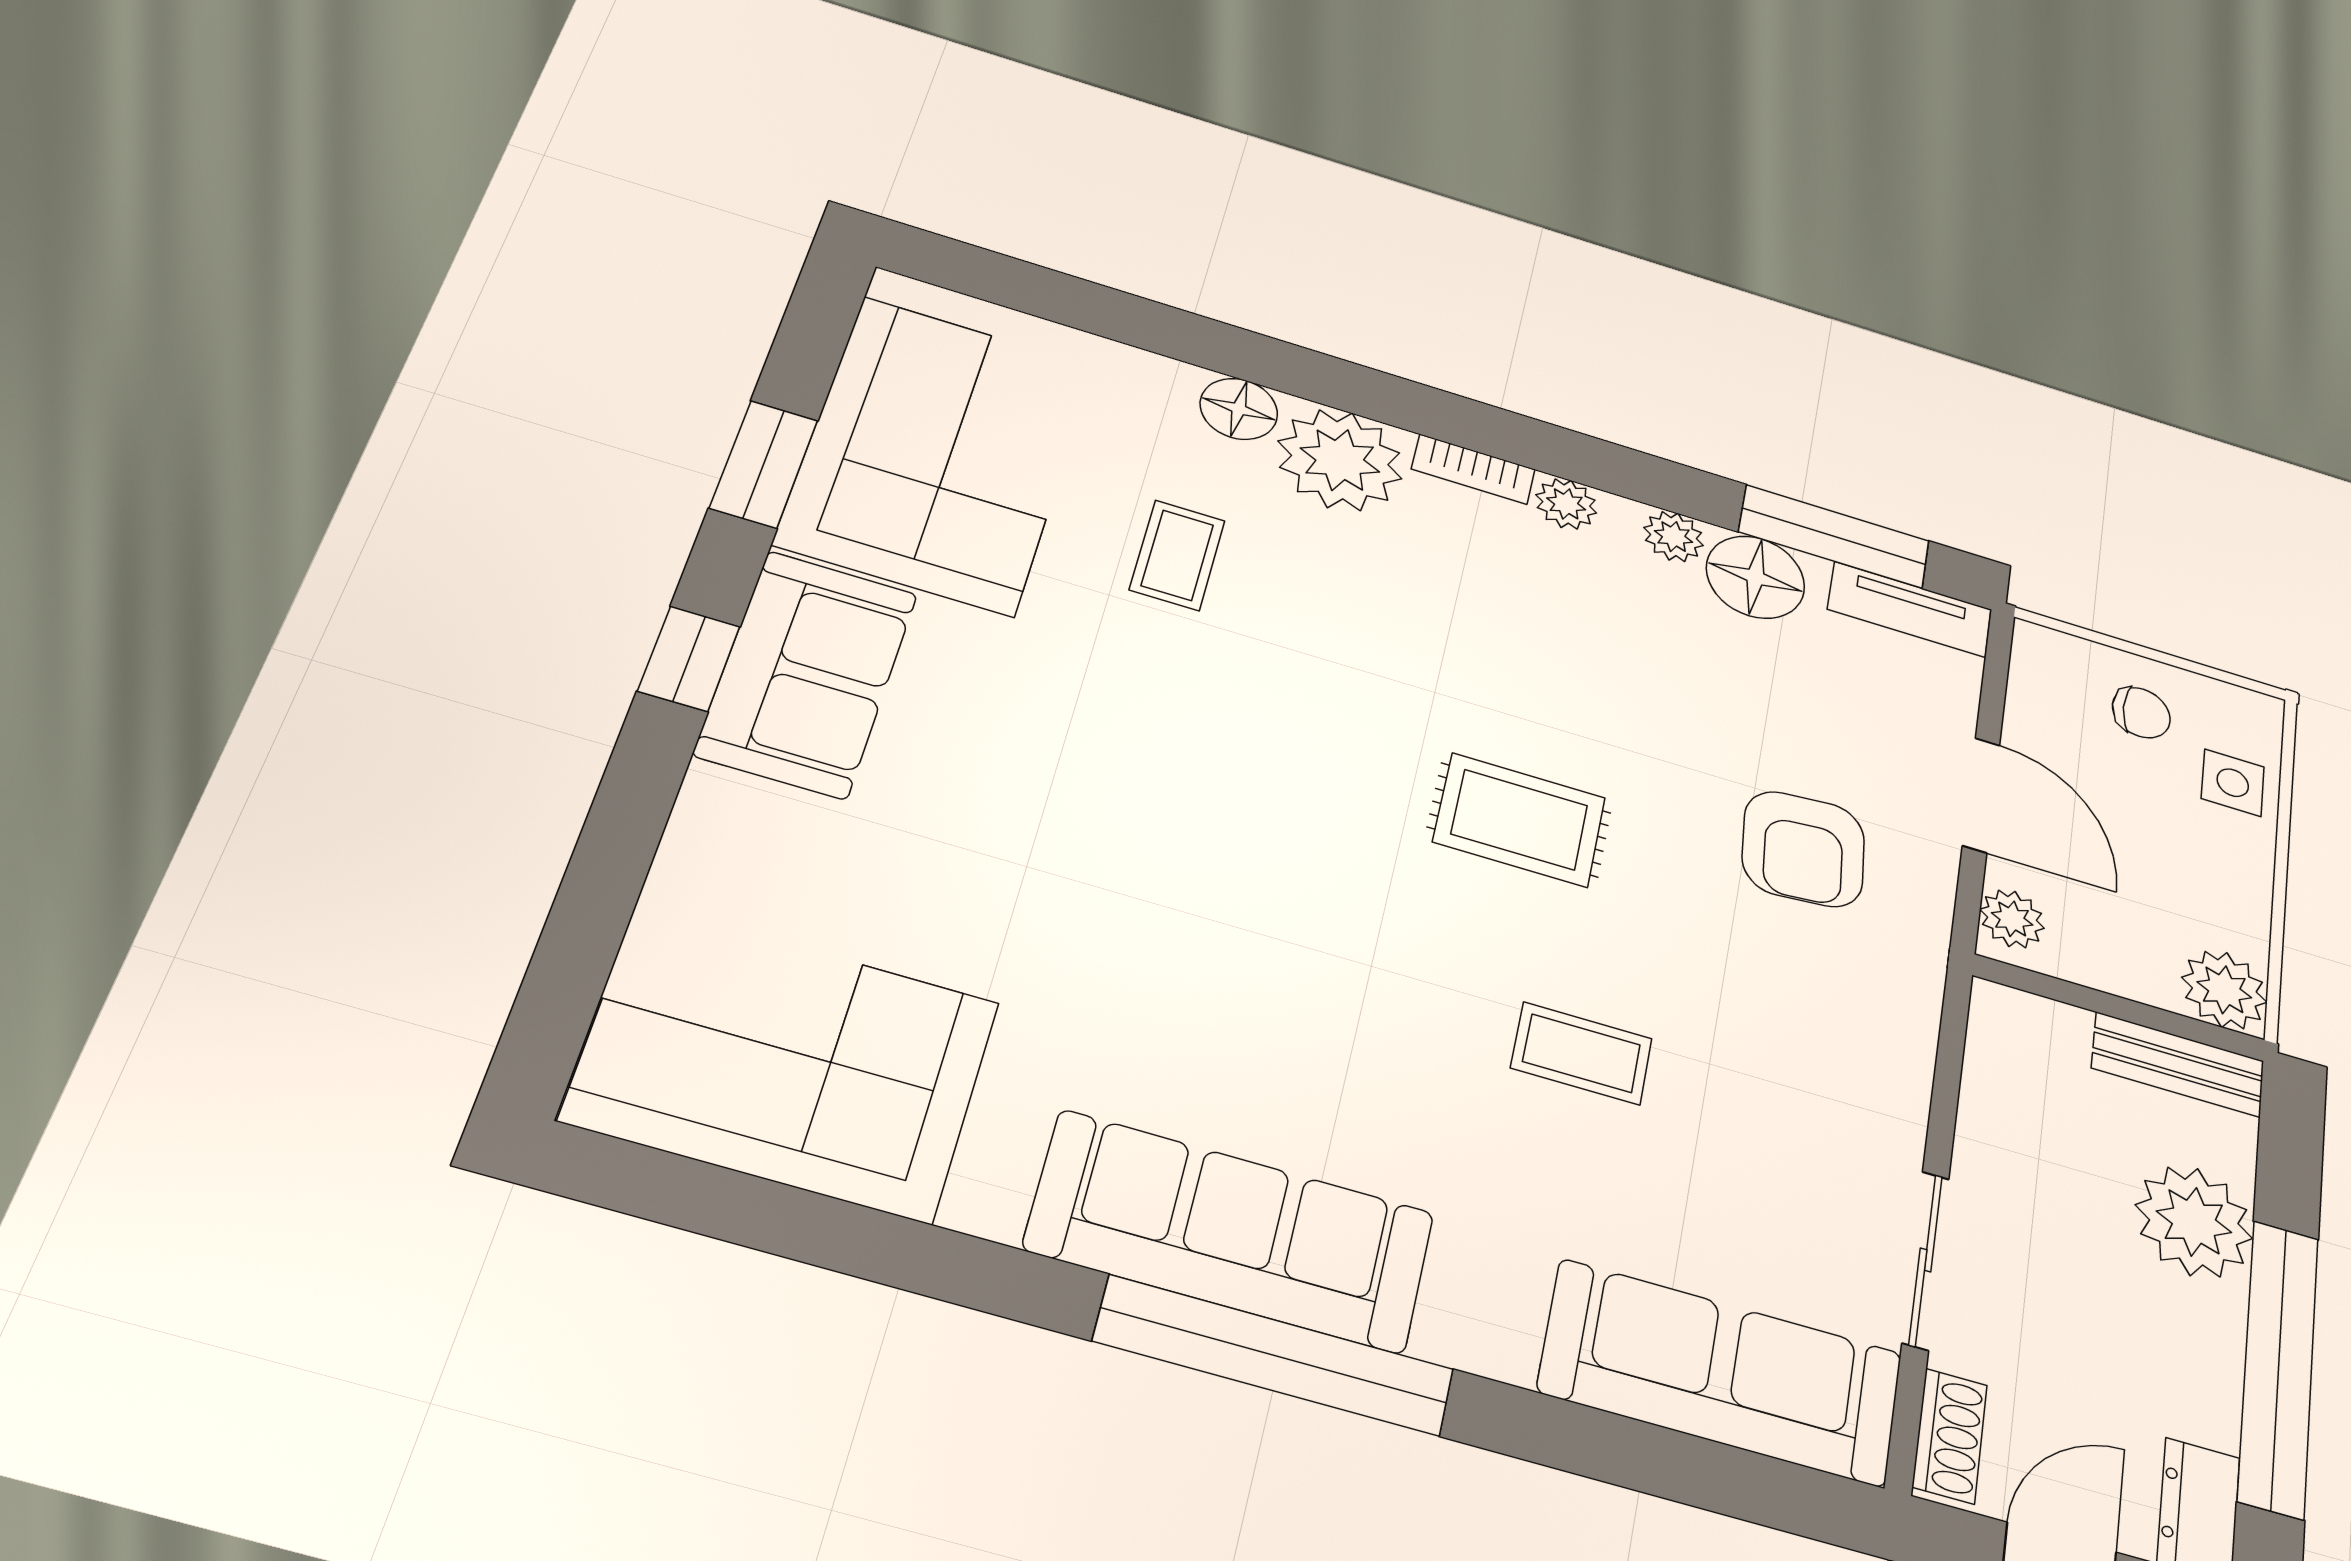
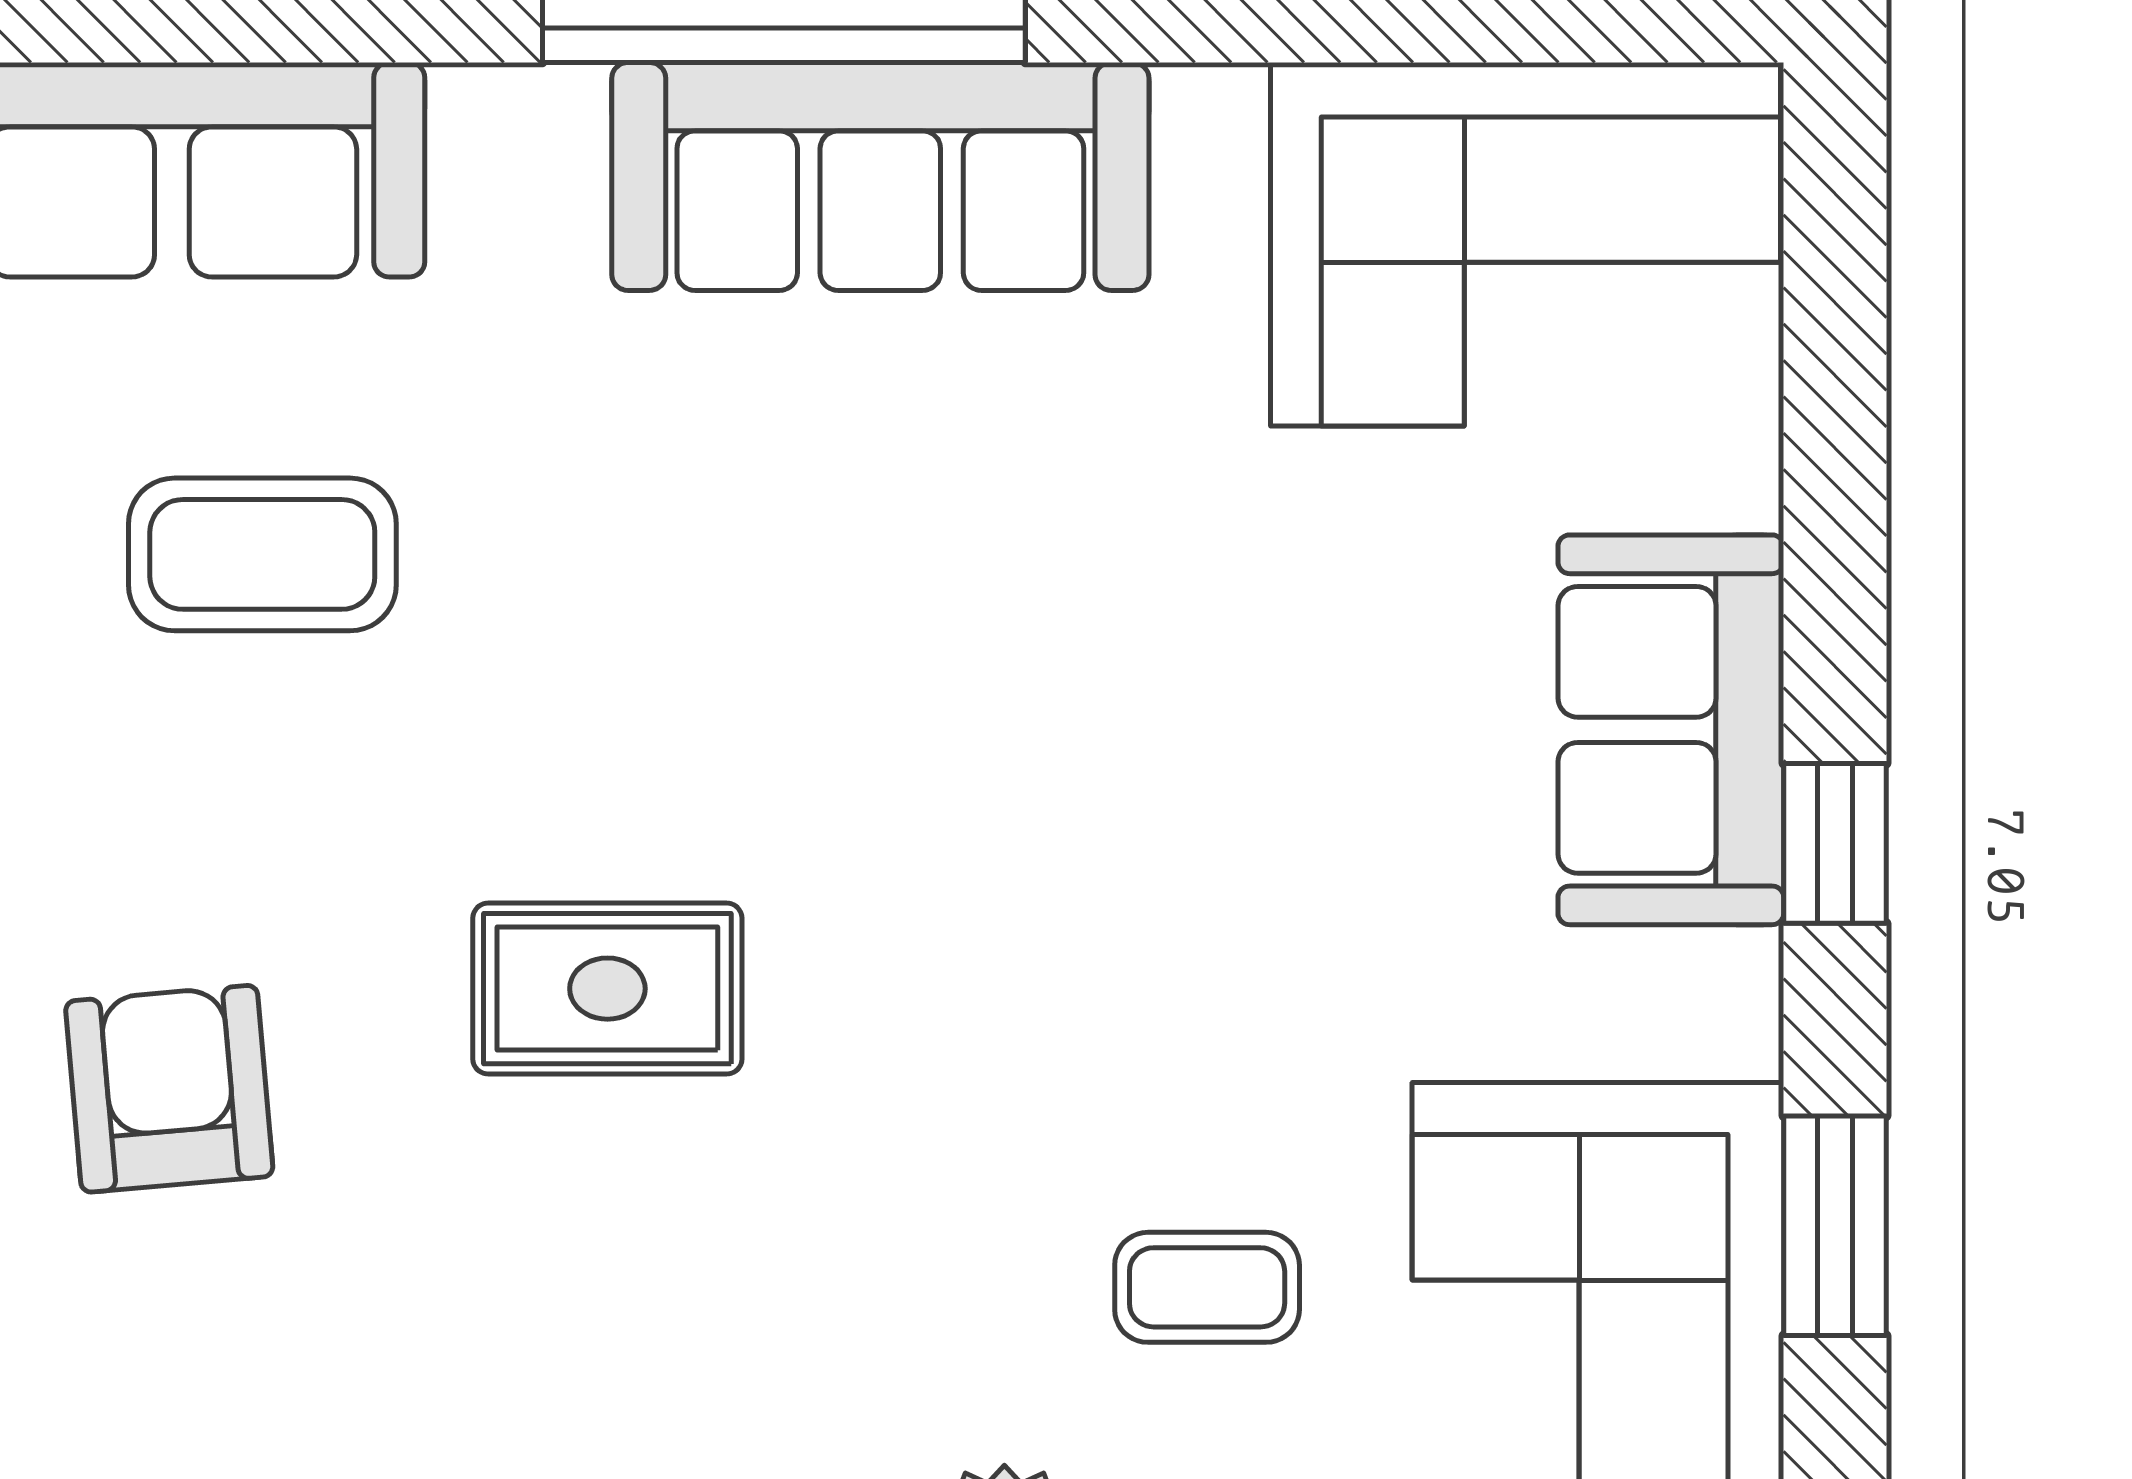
coffee table: (1177, 555) -> (1207, 1287), turned 90
sofa: (807, 674) -> (1671, 730), moved
coffee table: (1582, 1053) -> (262, 554), moved, width x1.36, depth x1.30

